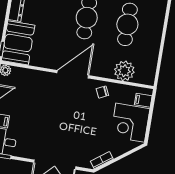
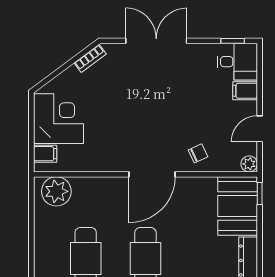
plant: (124, 71) -> (56, 191), moved
chair: (102, 92) -> (198, 153), moved

